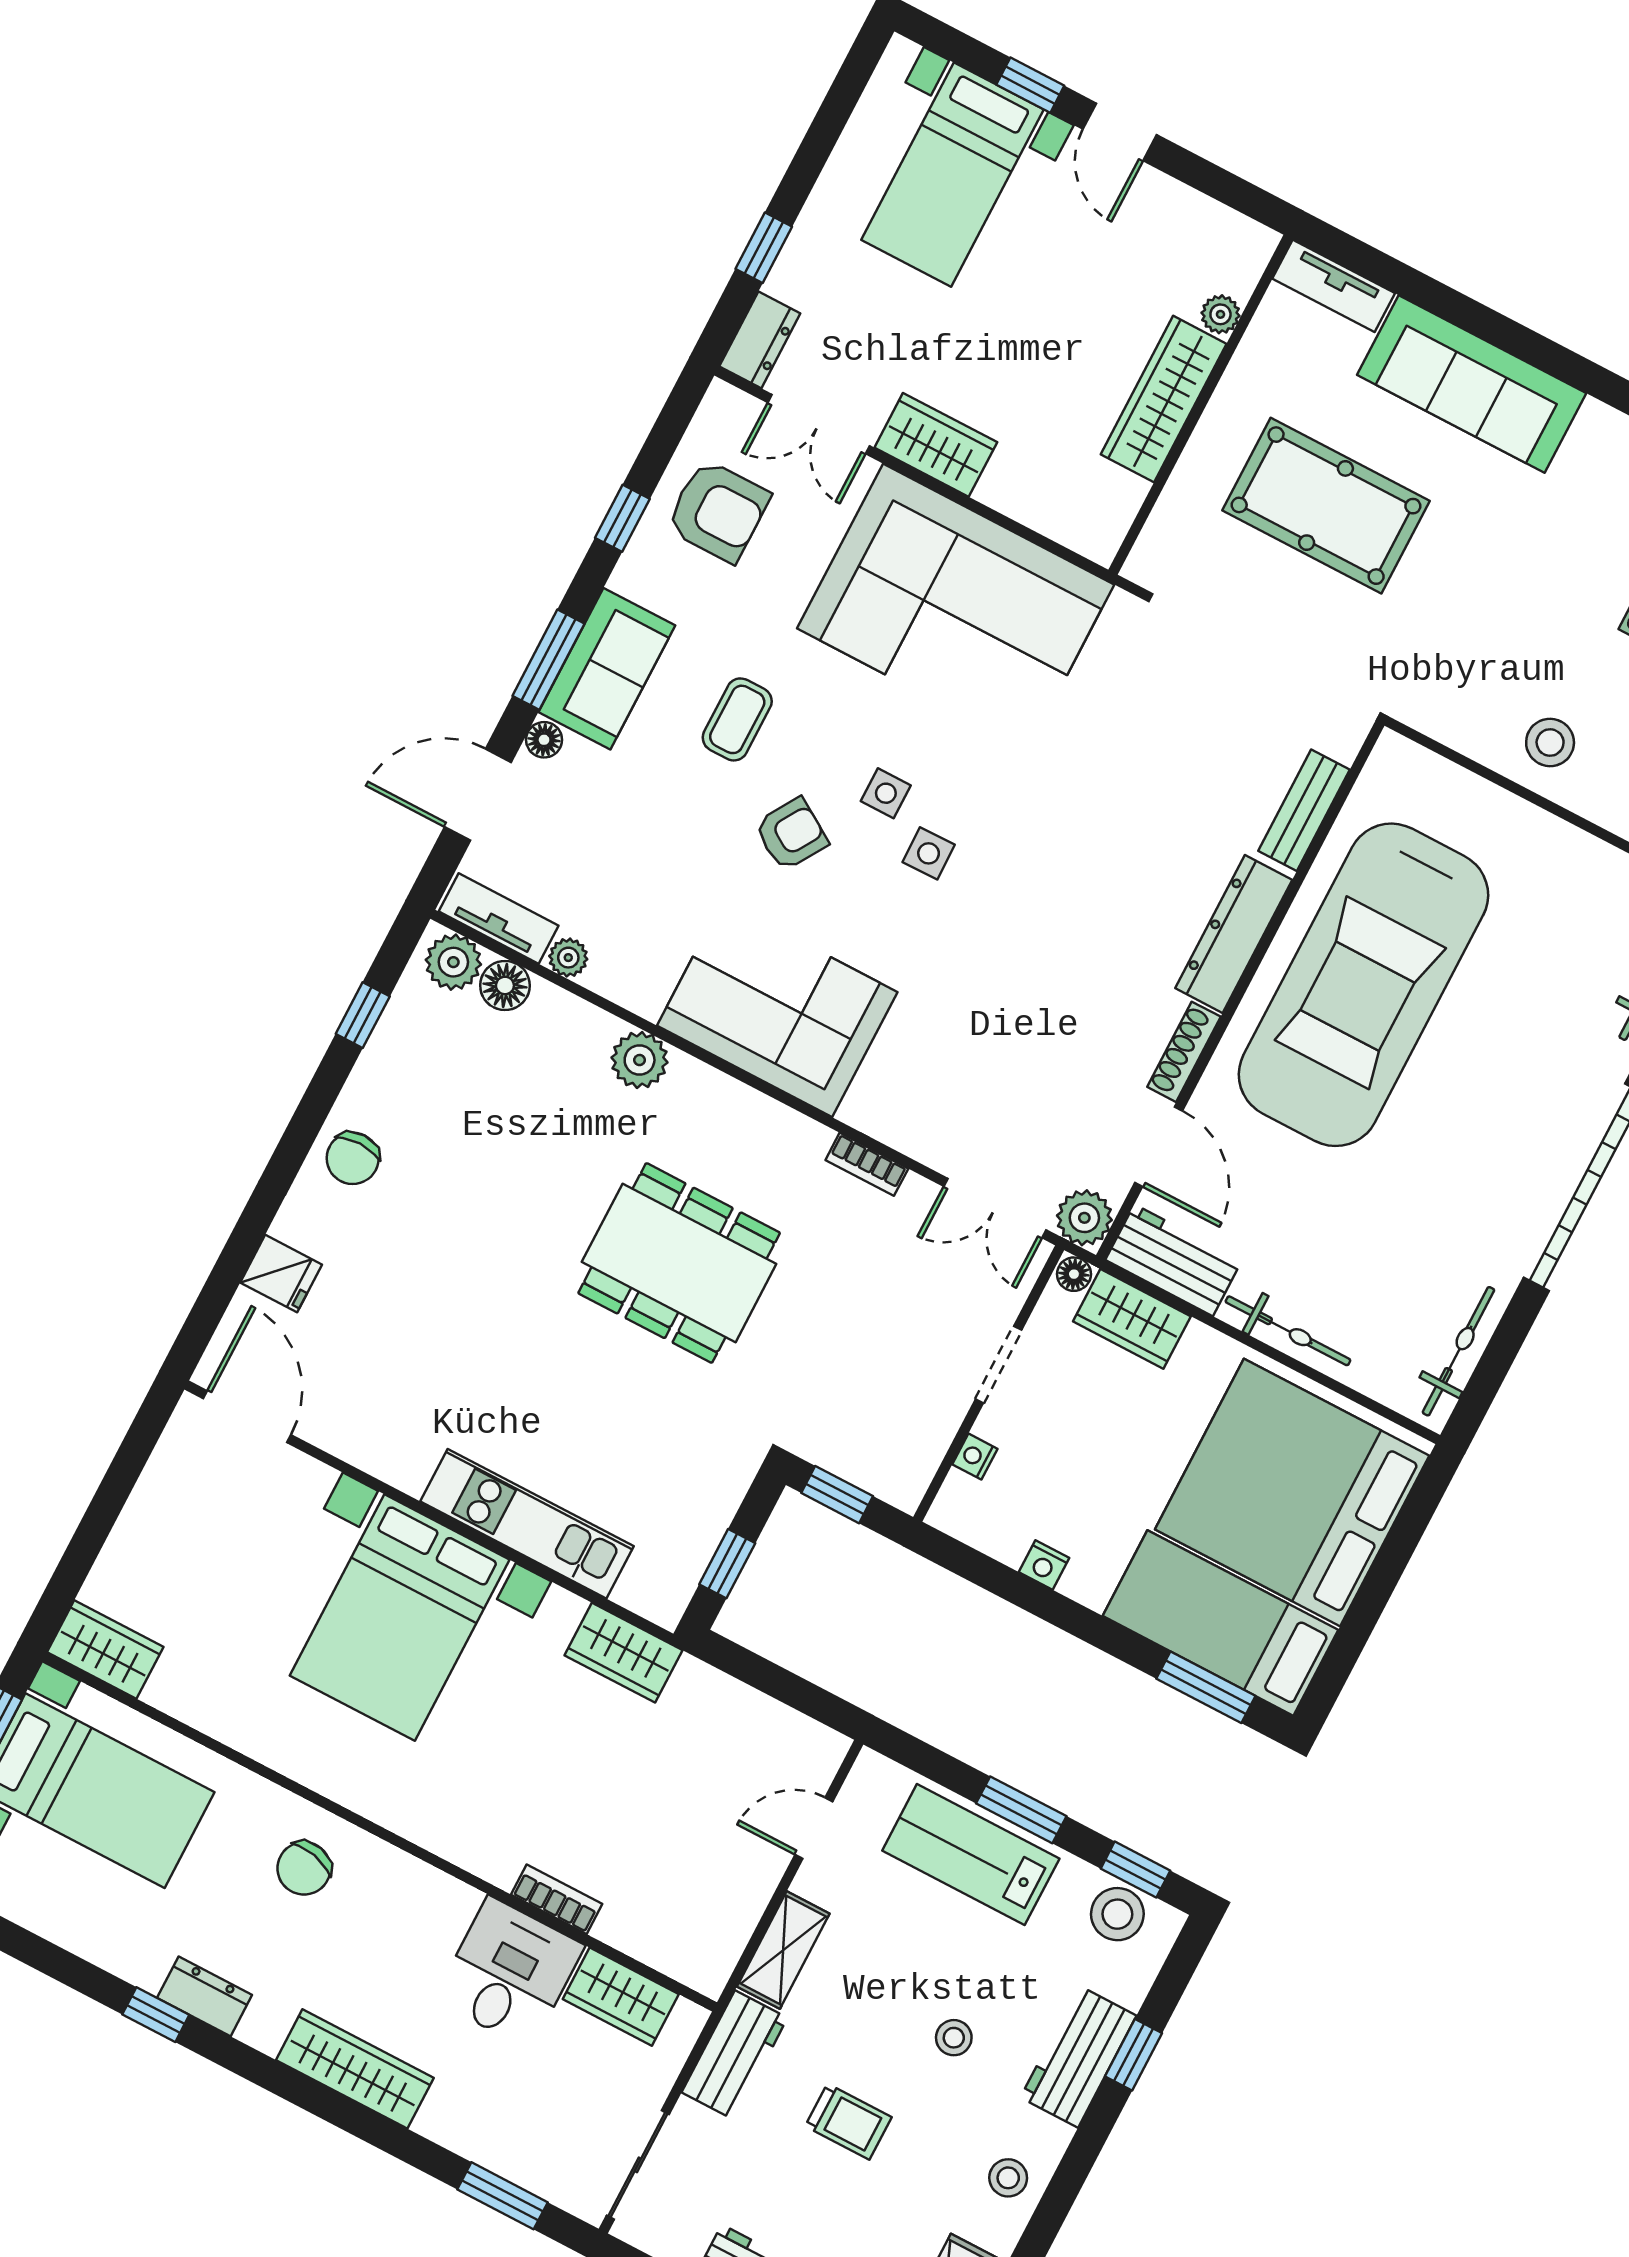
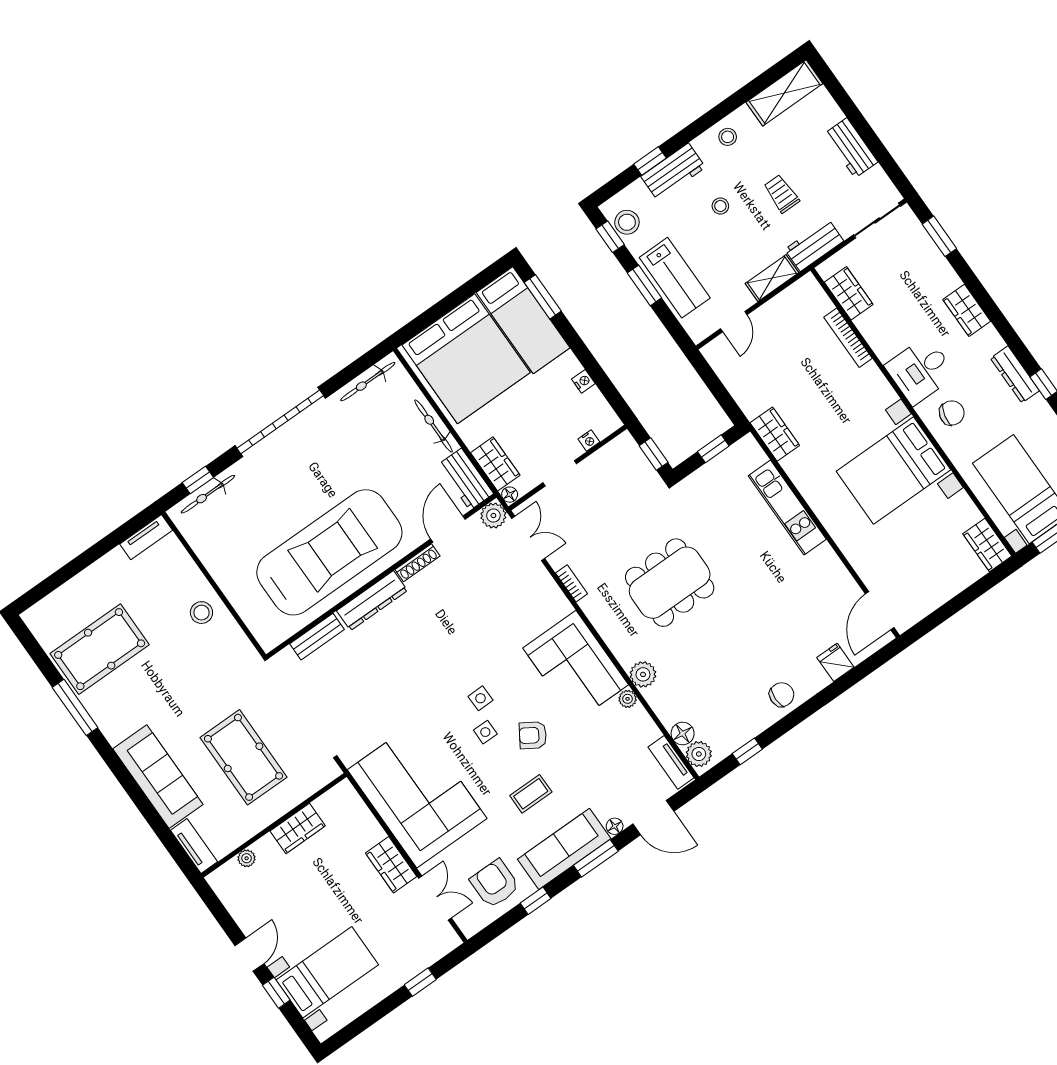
dresser: (760, 340) -> (441, 945), removed
wardrobe: (1164, 399) -> (298, 828), width x0.67
sofa: (607, 669) -> (564, 849), width x1.36
plant: (568, 958) -> (628, 699), moved
dining table: (679, 1263) -> (670, 583), turned 90
bed with nightstands: (400, 1618) -> (893, 471), moved, turned 180
door: (814, 1828) -> (734, 322), hinge flipped
bookcase: (557, 1899) -> (848, 338), width x1.56
desk: (509, 1973) -> (920, 370), moved
dresser: (205, 1996) -> (1015, 374), width x1.44
wardrobe: (355, 2069) -> (967, 310), width x0.67

